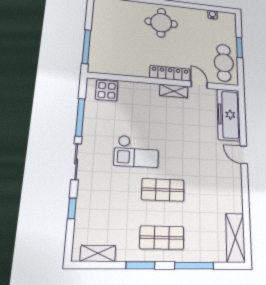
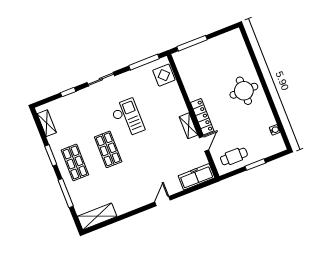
cafe table: (224, 63) -> (234, 156), width x0.73, depth x0.74
freezer: (229, 115) -> (196, 177), width x0.73, depth x0.79
window: (80, 117) -> (144, 62), moved
checkout: (136, 151) -> (128, 118), turned 180

